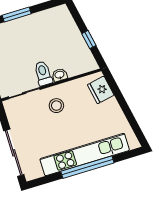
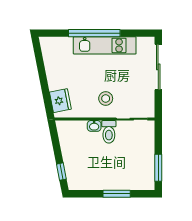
window: (89, 40) -> (61, 172), moved
kitchen unit: (85, 155) -> (105, 45), width x0.73

